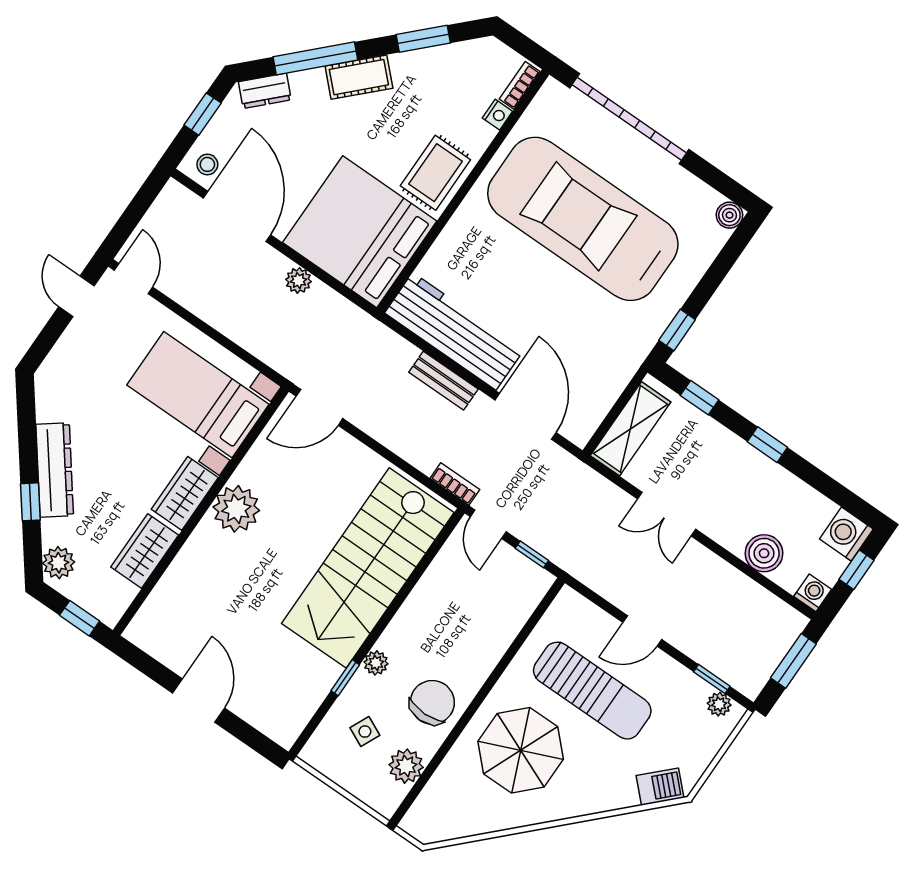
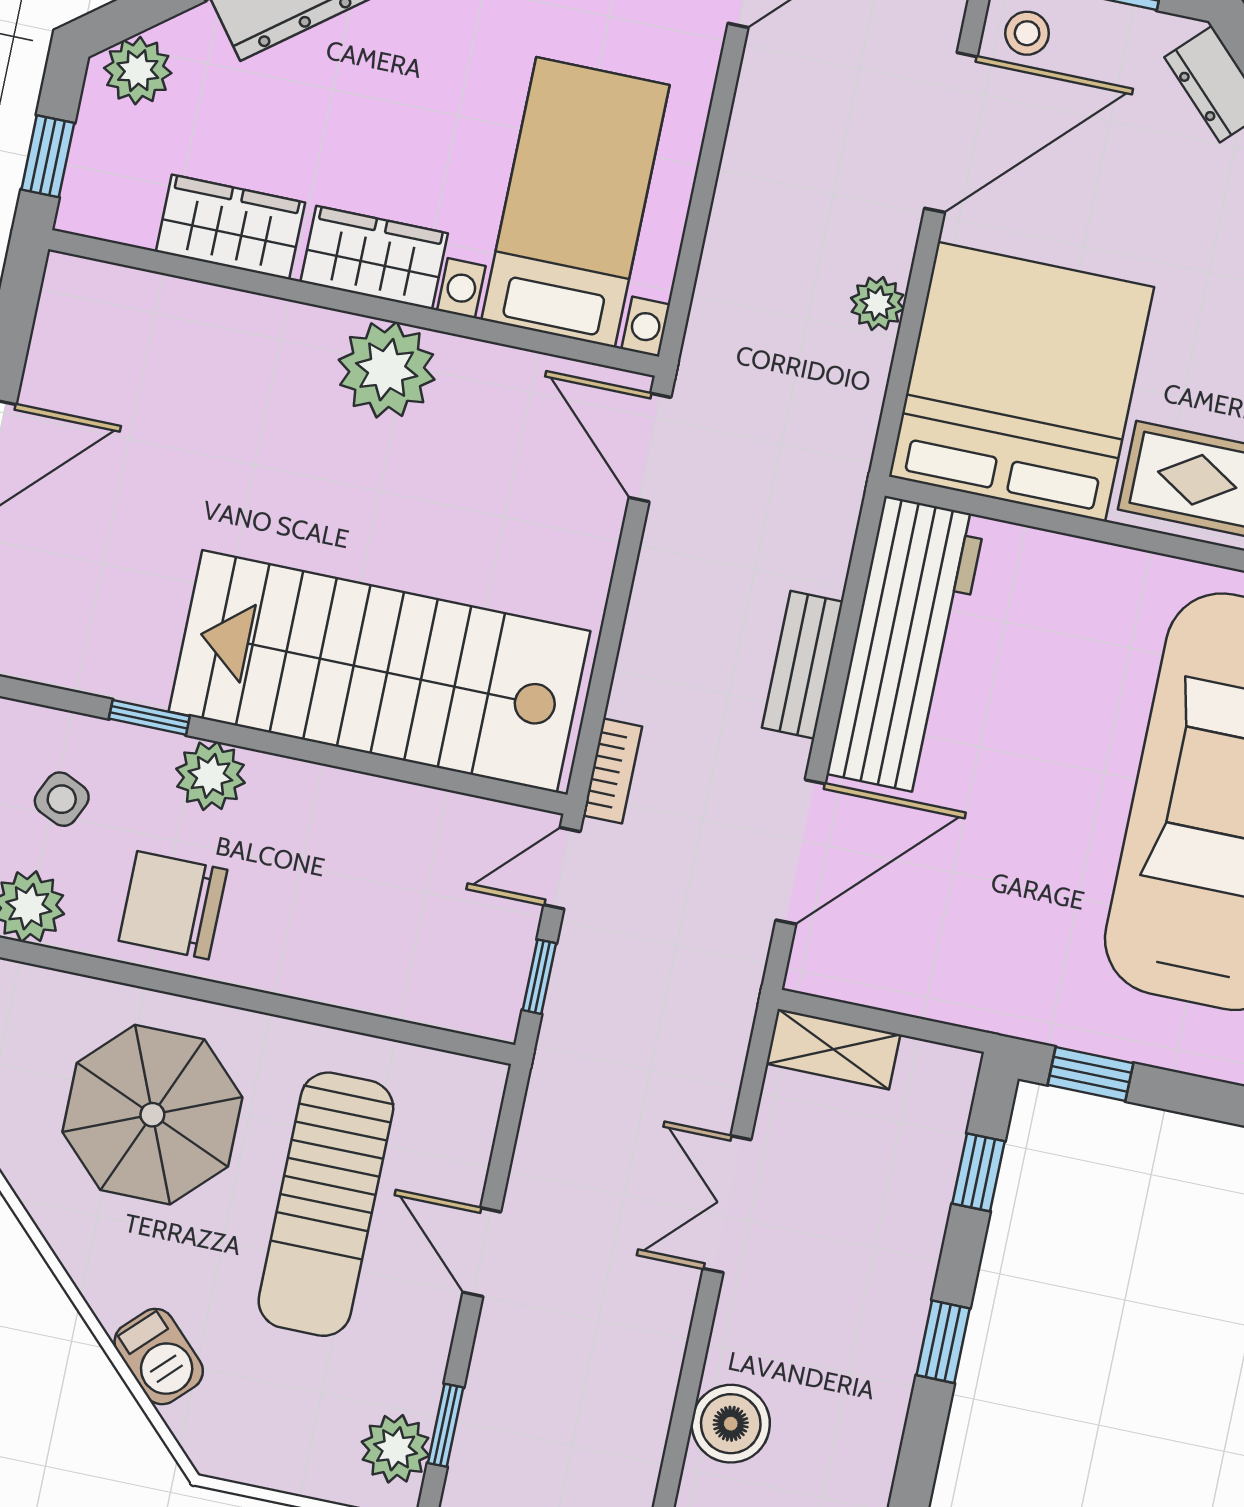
shelving: (631, 429) -> (833, 1049), width x0.67, depth x0.75
plant: (376, 663) -> (210, 776), width x1.38, depth x1.38
chair: (432, 702) -> (173, 905), turned 180
plant: (719, 704) -> (396, 1449), width x1.38, depth x1.38
barbecue: (660, 787) -> (159, 1357), moved

